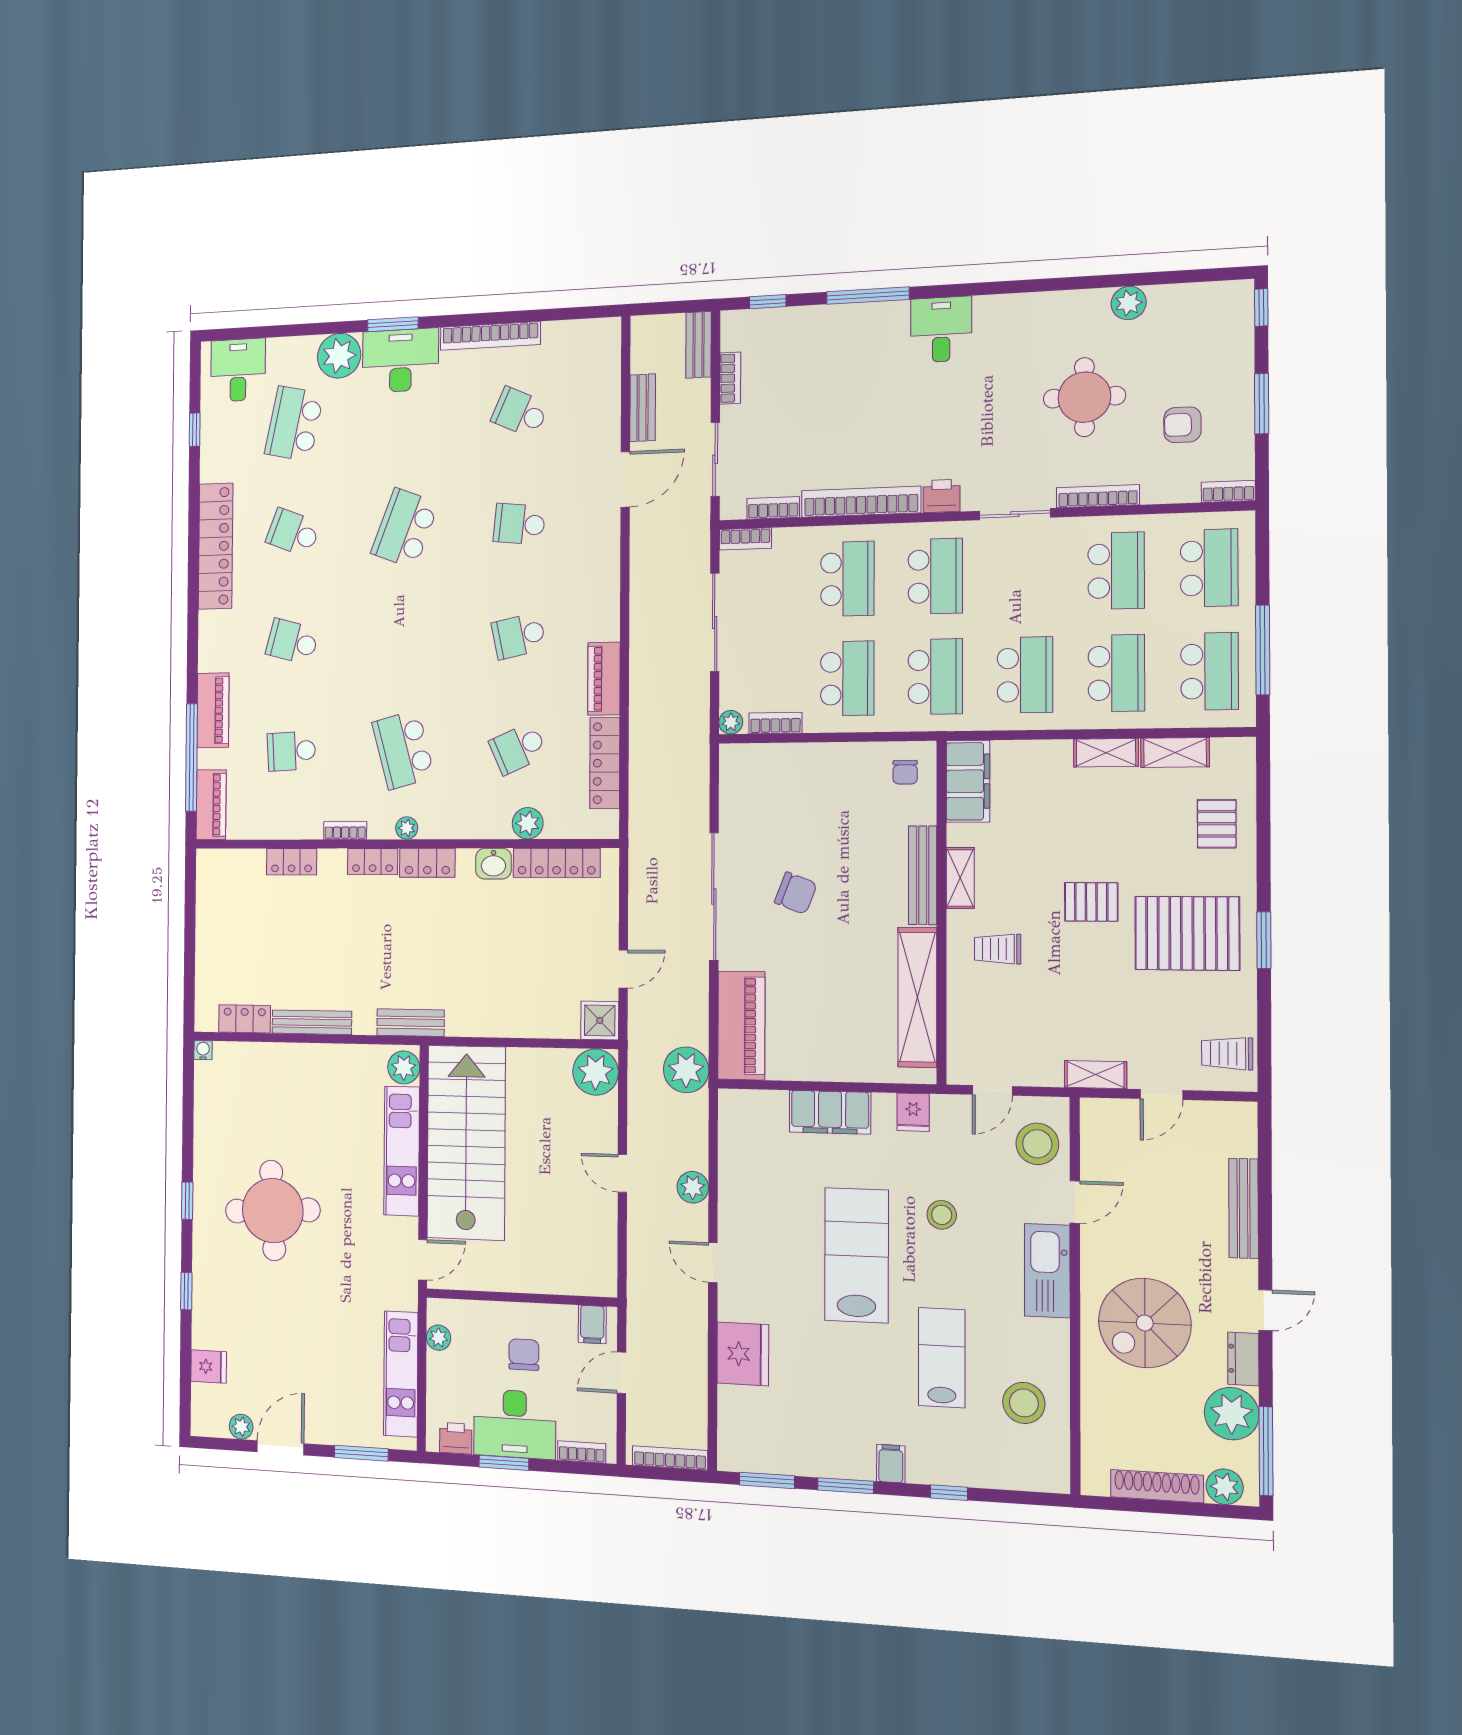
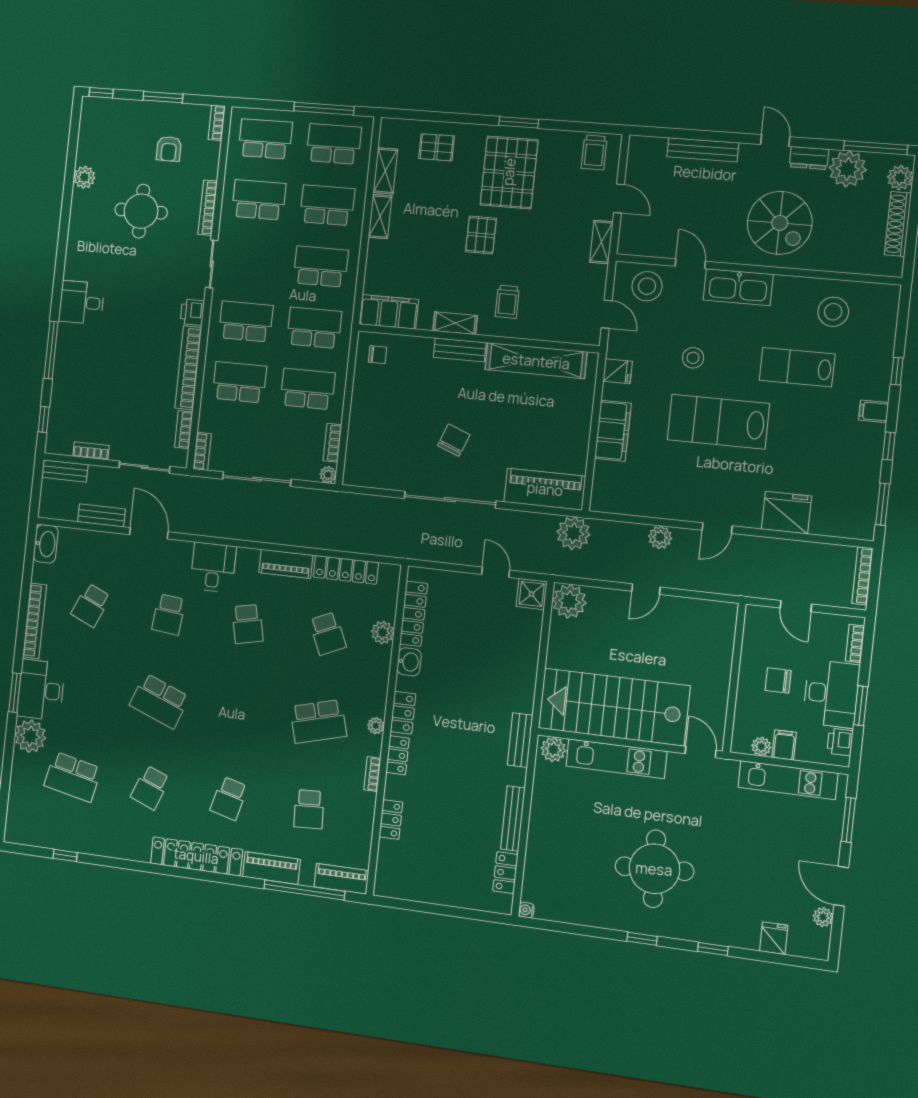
washbasin: (595, 334) -> (46, 544), added
desk: (238, 370) -> (213, 567), moved, turned 90
locker: (216, 546) -> (196, 856), moved
bench: (923, 875) -> (460, 350), width x0.73
filing cabinet: (592, 1324) -> (784, 745), moved, turned -90
window: (846, 1486) -> (889, 446), width x0.67

